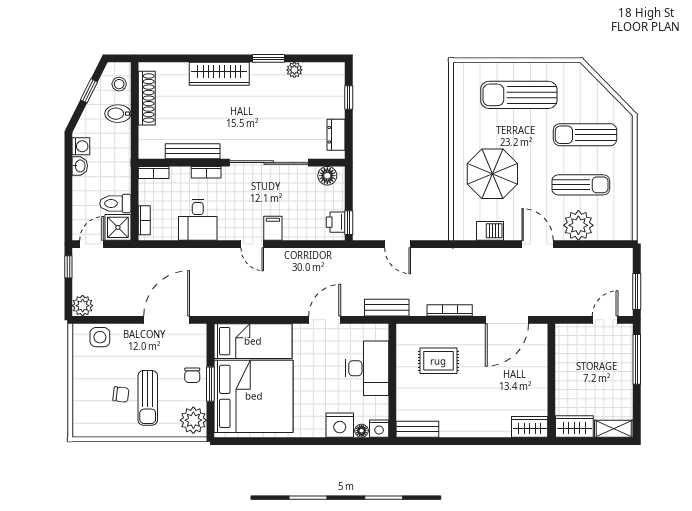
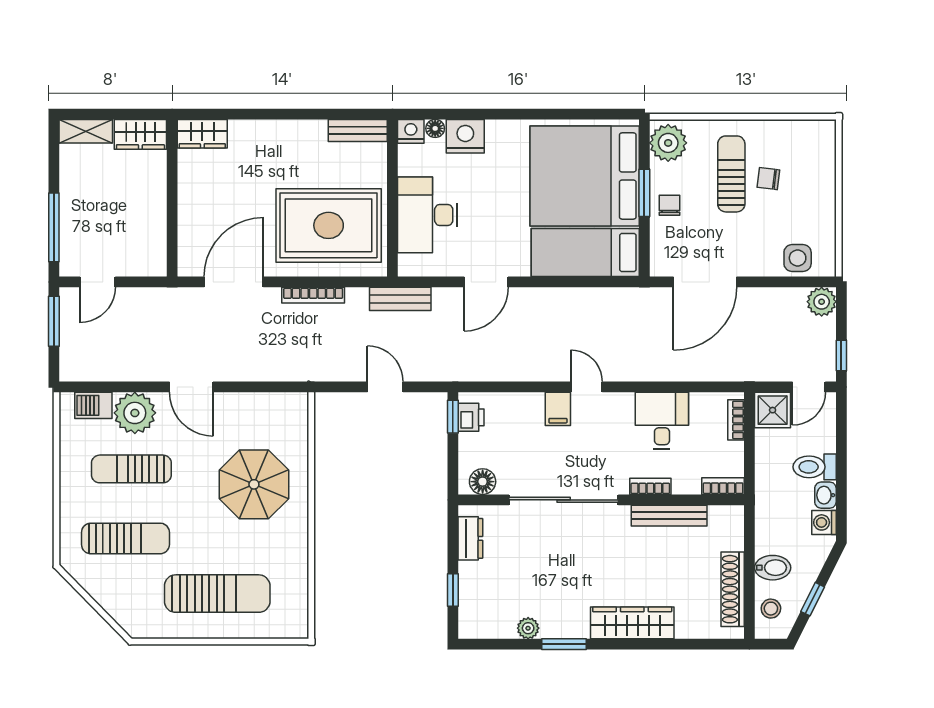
toilet: (115, 204) -> (815, 467), moved, turned 180
barbecue: (490, 231) -> (93, 405), moved
rug: (438, 361) -> (329, 225), width x1.86, depth x2.06

